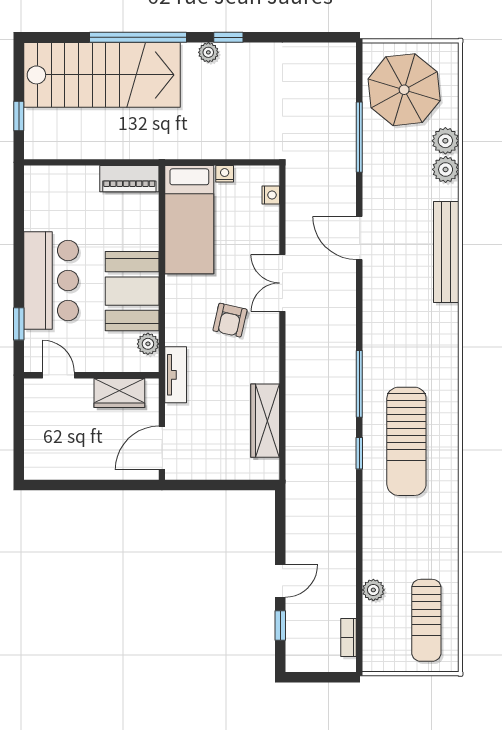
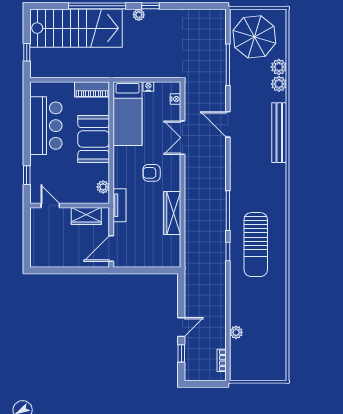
bar counter: (51, 281) -> (46, 126), moved
double door: (282, 283) -> (182, 138), moved
booth: (132, 291) -> (94, 139), moved
armchair: (230, 320) -> (152, 173), turned 77
wardrobe: (265, 421) -> (172, 213), moved
sun lounger: (426, 620) -> (268, 350), removed

